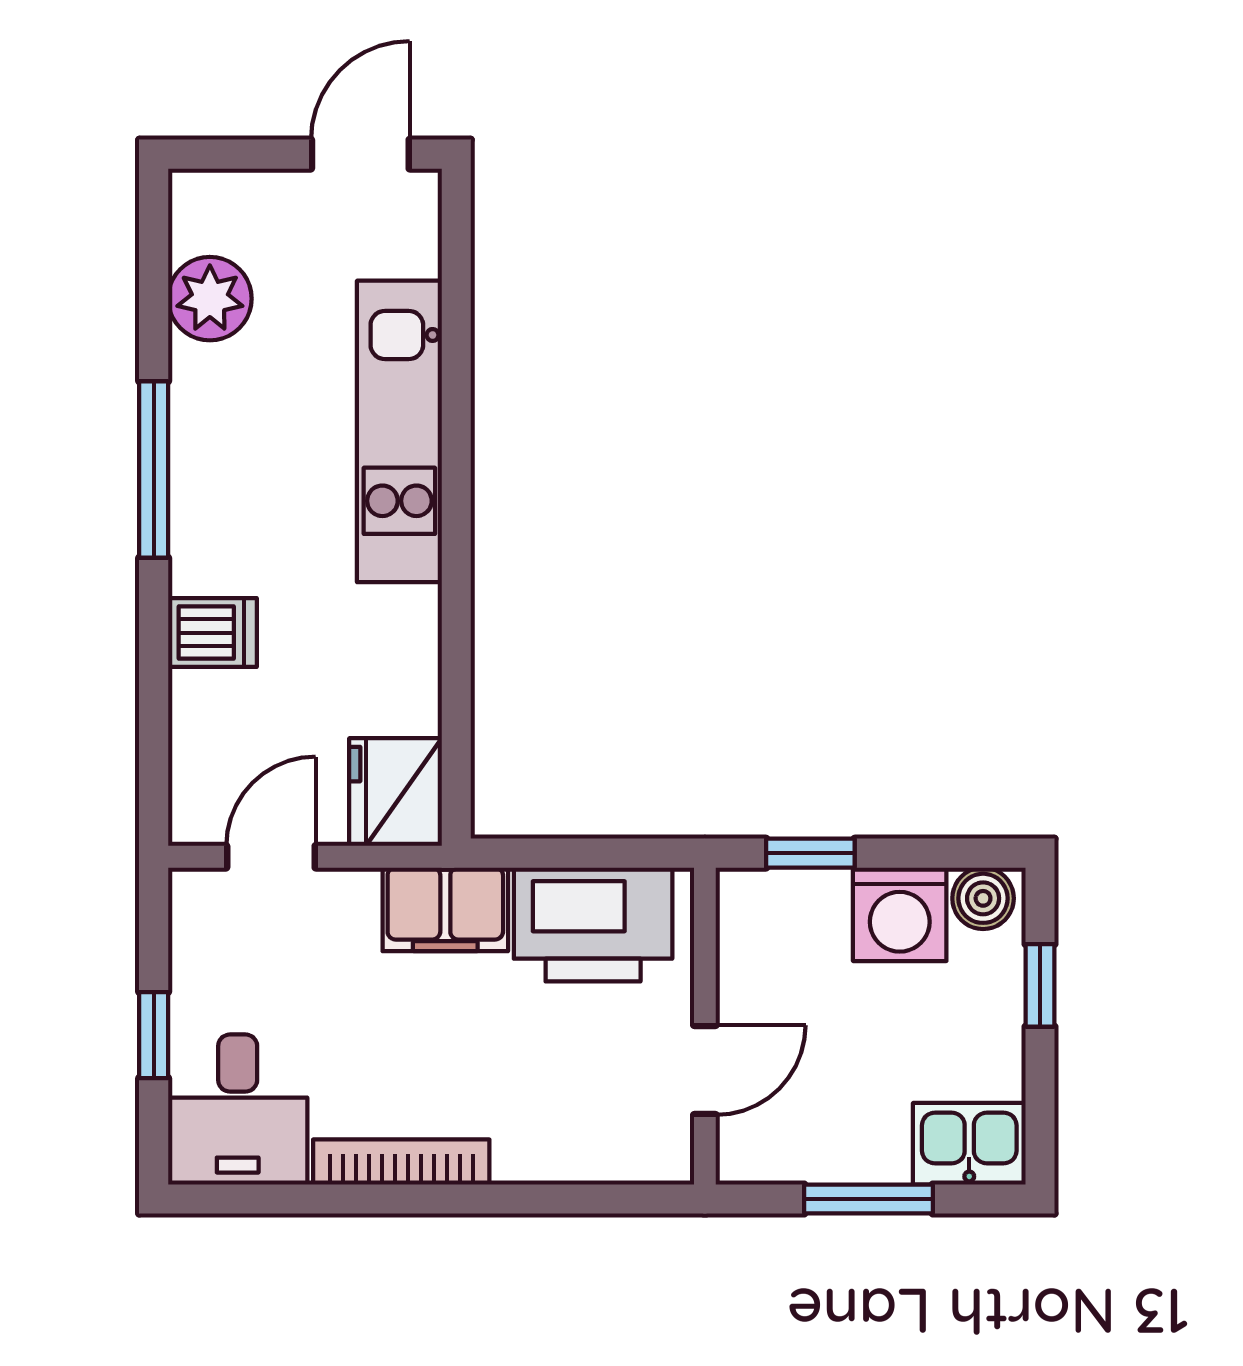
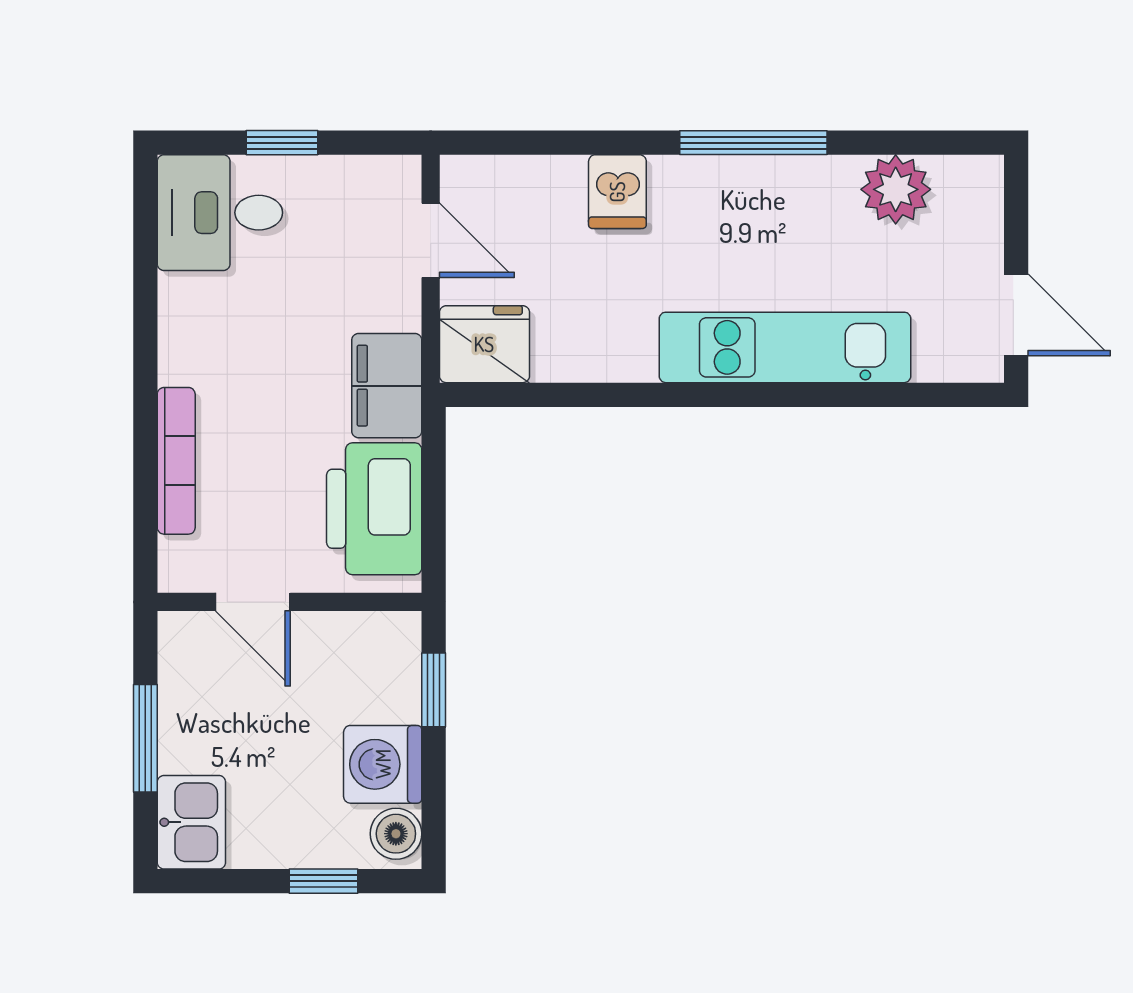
bookcase: (401, 1162) -> (176, 461), moved

